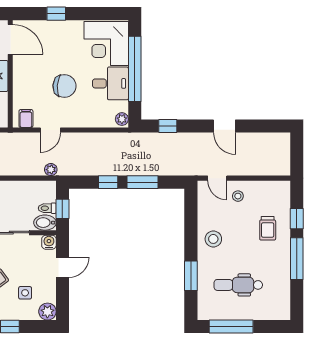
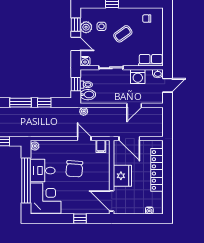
chair: (64, 86) -> (74, 169), turned -90
door: (50, 130) -> (84, 139), hinge flipped
bidet: (45, 223) -> (88, 95), moved
door: (62, 267) -> (76, 44), swing flipped
window: (62, 295) -> (76, 25), added
plant: (47, 312) -> (86, 27), moved

